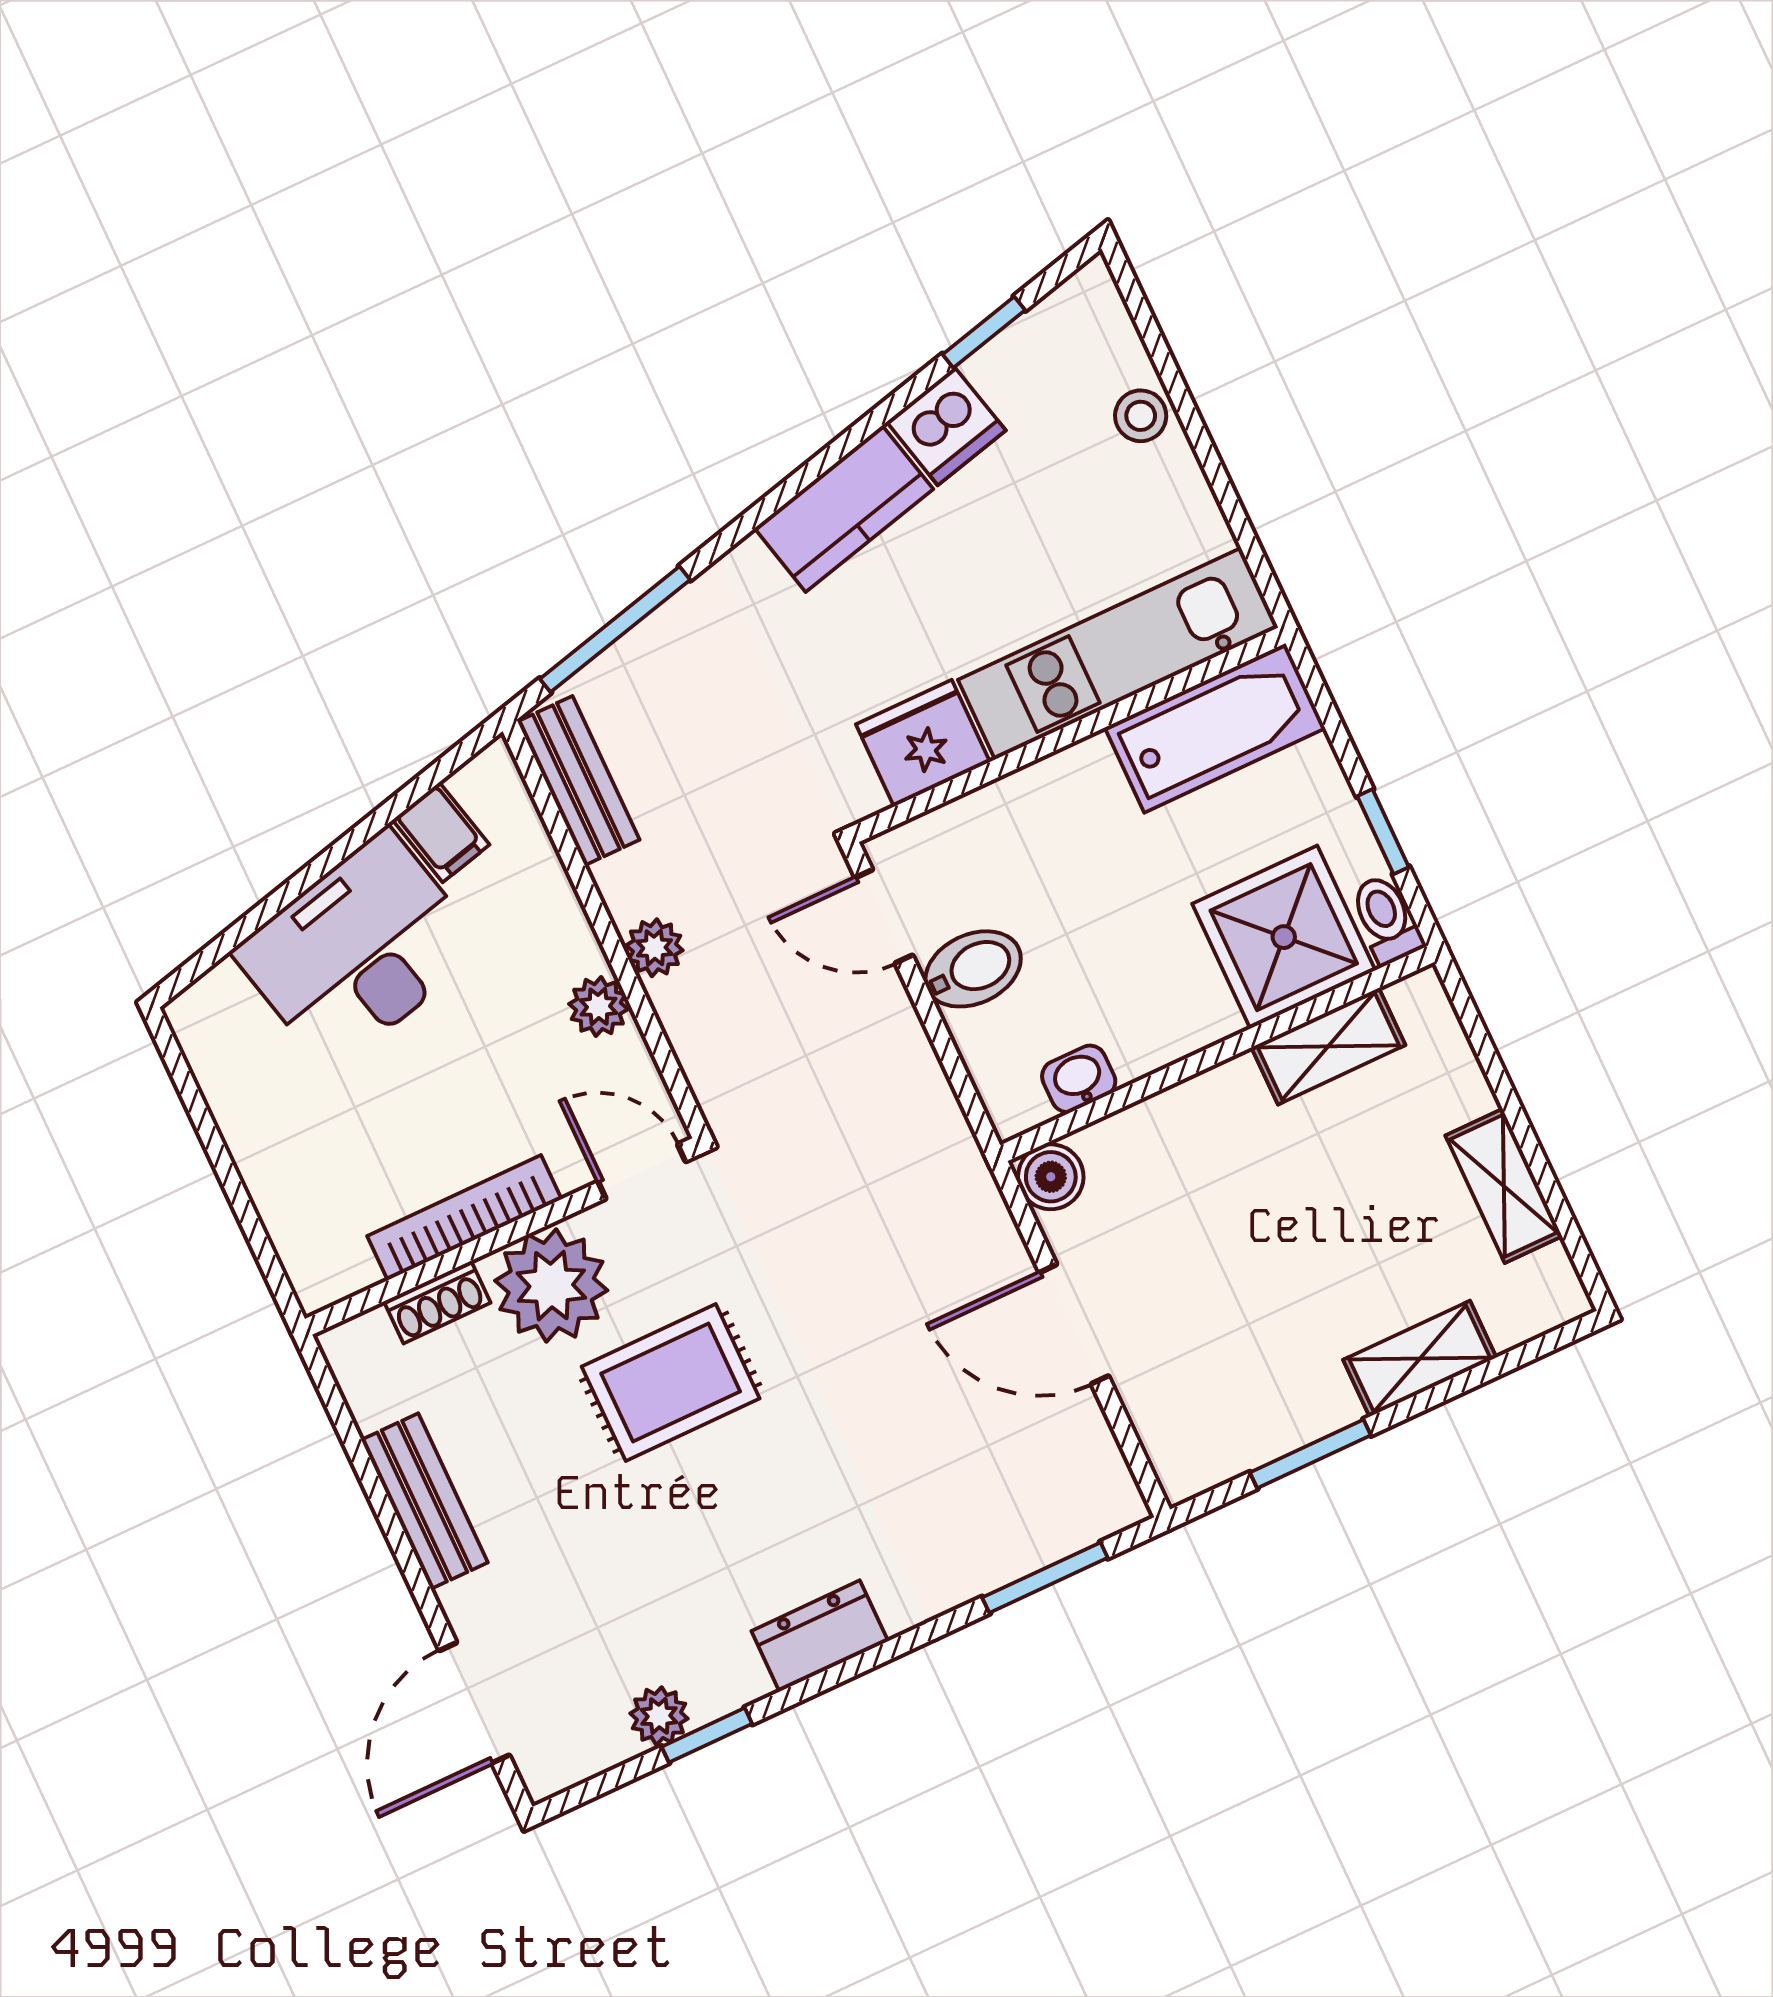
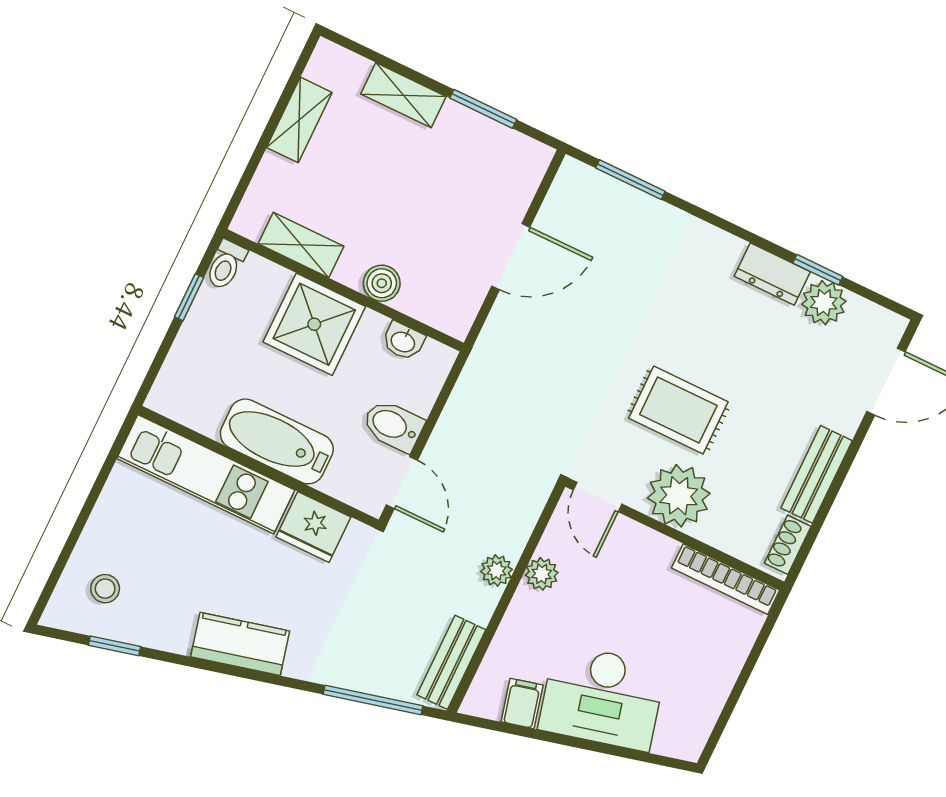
stool: (1141, 416) -> (105, 589), moved
dishwasher: (946, 426) -> (168, 629), removed
bathtub: (1215, 728) -> (277, 441), moved
shower: (1284, 937) -> (314, 324), moved
boiler: (1051, 1177) -> (382, 283), moved
bookcase: (464, 1218) -> (725, 579), moved
shoe rack: (437, 1302) -> (788, 545), moved, turned -90
door: (1074, 1324) -> (511, 257), hinge flipped
dresser: (820, 1636) -> (772, 274), moved
plant: (659, 1716) -> (824, 303), width x1.38, depth x1.38

